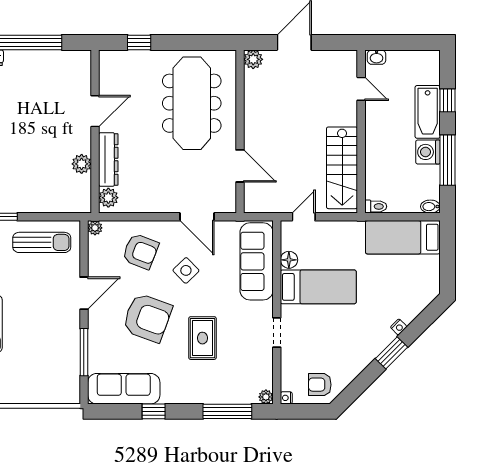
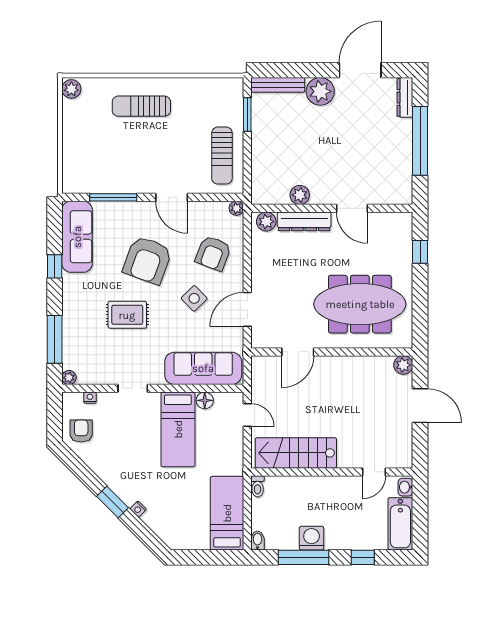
bathtub: (428, 112) -> (400, 524), moved, turned -90
nightstand: (286, 398) -> (90, 398), moved

